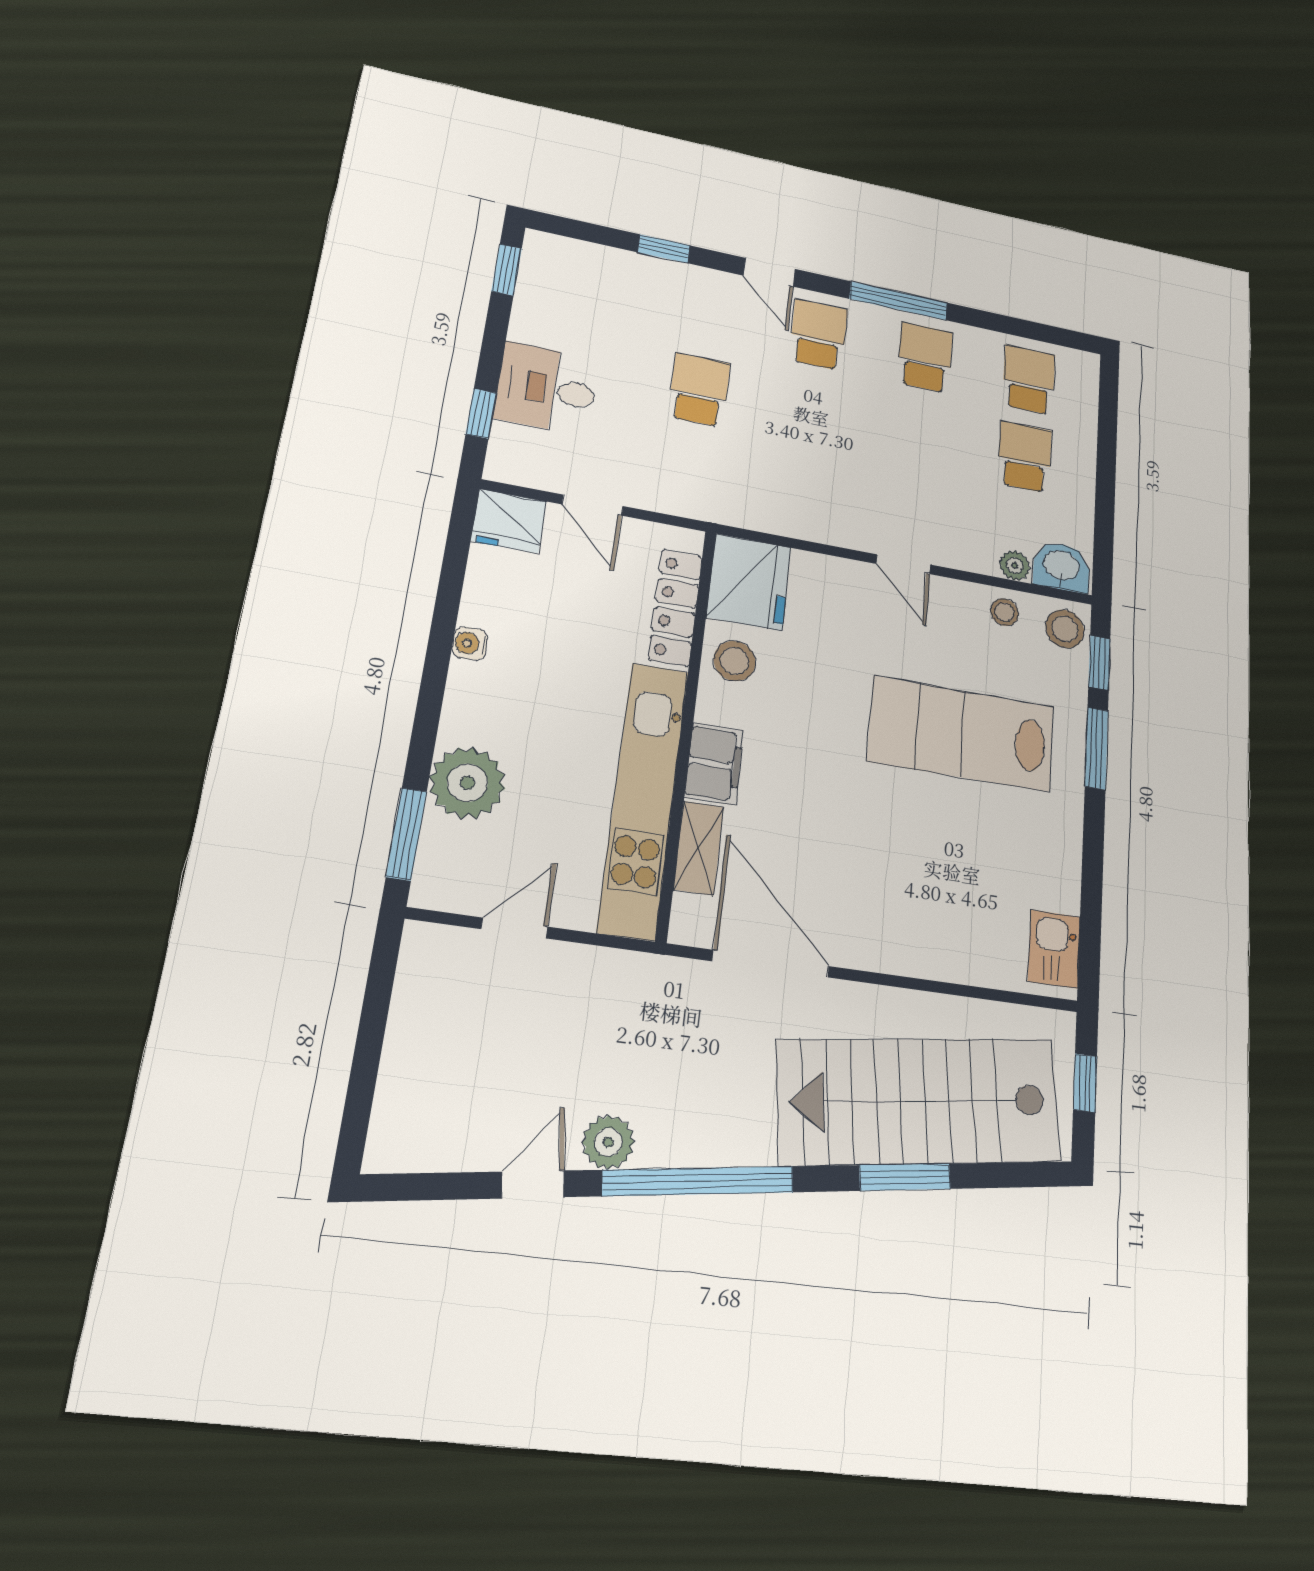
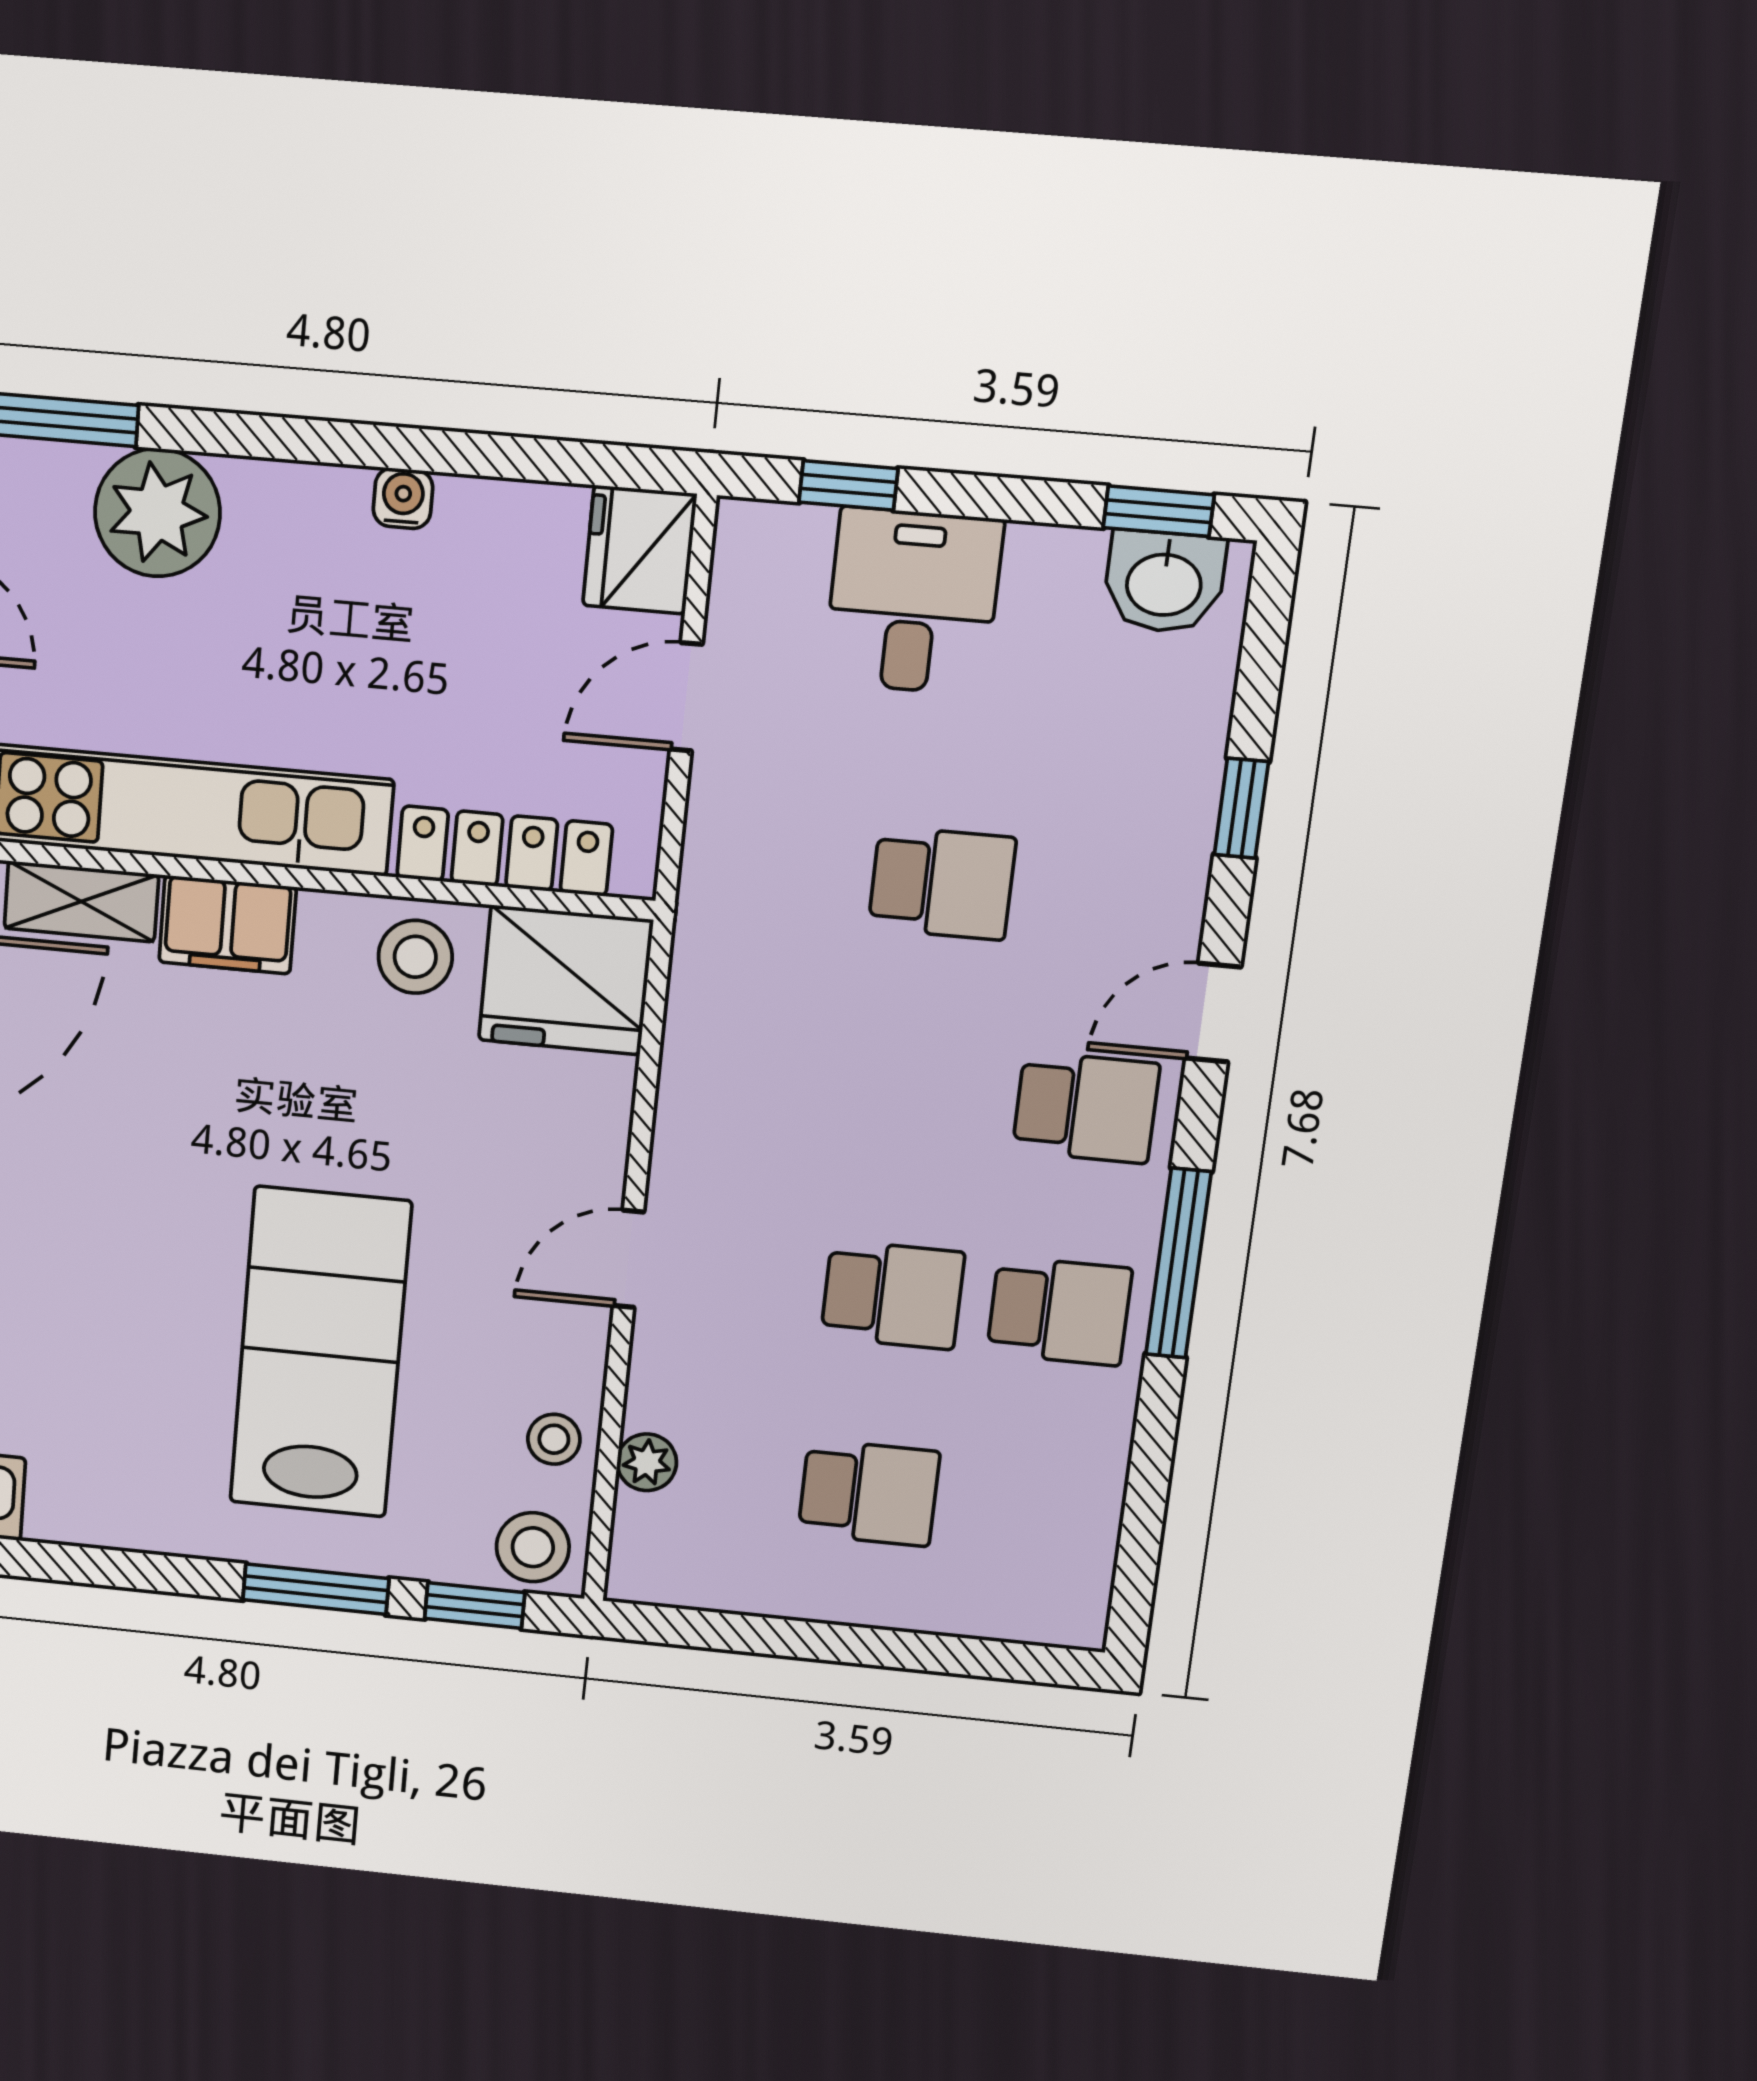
school desk: (1029, 380) -> (893, 1295), moved
washbasin: (1061, 567) -> (1164, 582), moved, turned 90

